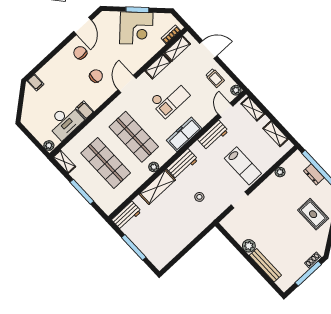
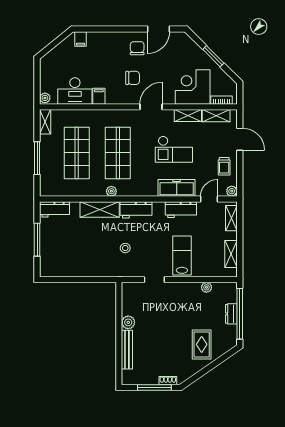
corner desk: (136, 28) -> (193, 87), moved, turned 135
freezer: (184, 134) -> (177, 188), moved
lab bench: (243, 166) -> (182, 255), turned 180

